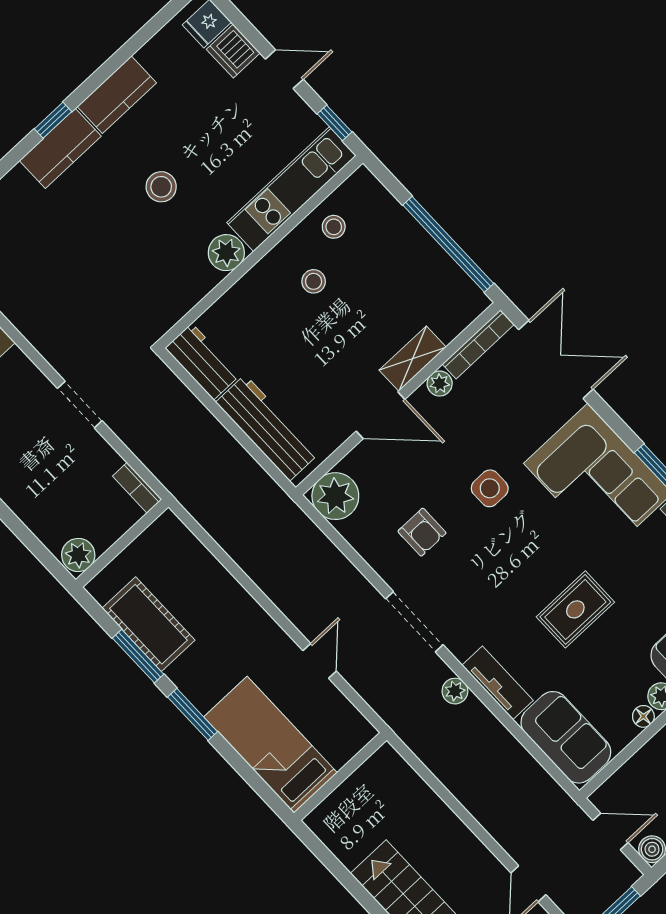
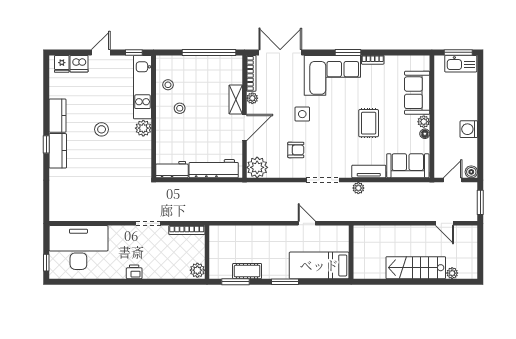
bookcase: (137, 488) -> (187, 230), width x1.56
cot: (148, 624) -> (247, 271), width x0.73, depth x0.75
window: (138, 656) -> (236, 282), moved

